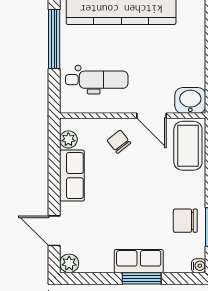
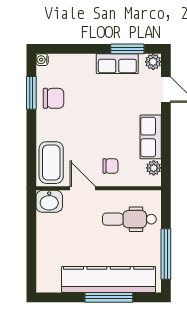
chair: (119, 142) -> (110, 166), turned -52
row of seats: (139, 261) -> (117, 64), moved
window: (142, 278) -> (127, 49), moved

